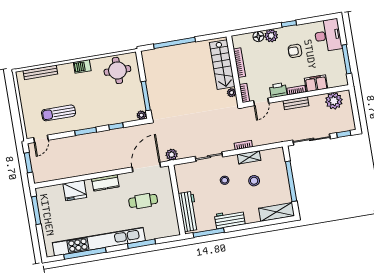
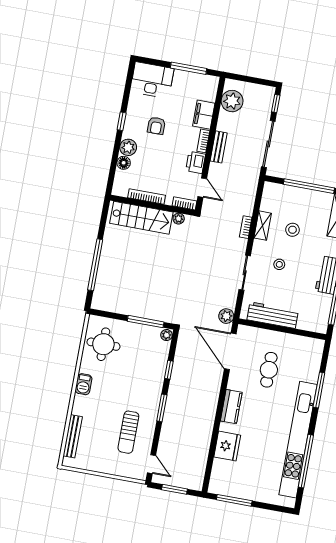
workbench: (189, 211) -> (273, 315), moved

